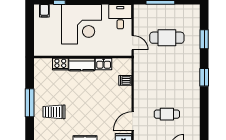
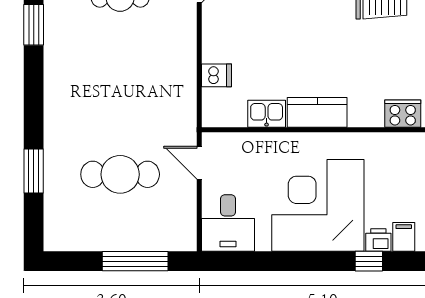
printer: (55, 9) -> (378, 240), added
cooker: (60, 64) -> (403, 114), moved
window: (204, 77) -> (34, 25), moved

